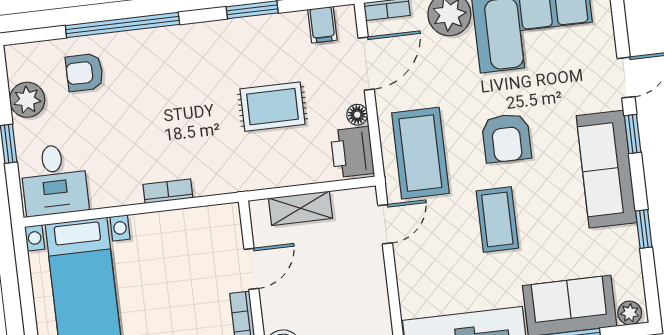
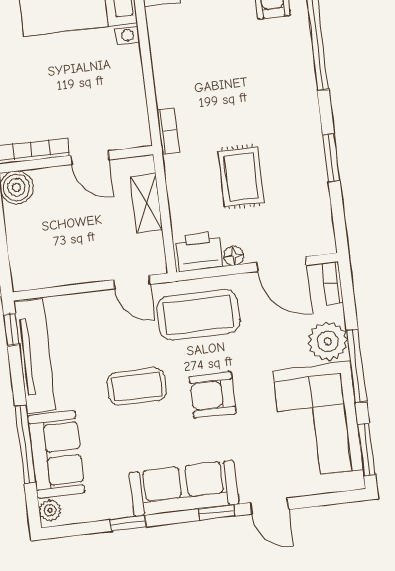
filing cabinet: (322, 25) -> (318, 223), removed
bookcase: (168, 191) -> (168, 131), moved

